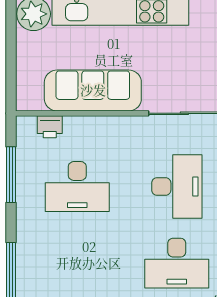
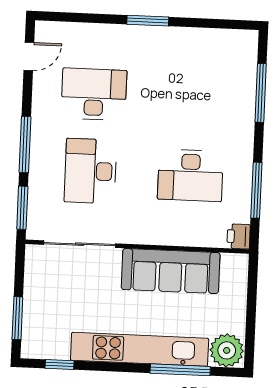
printer: (50, 127) -> (239, 236), moved, turned -90
desk: (77, 187) -> (190, 175), turned 180

